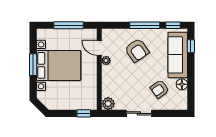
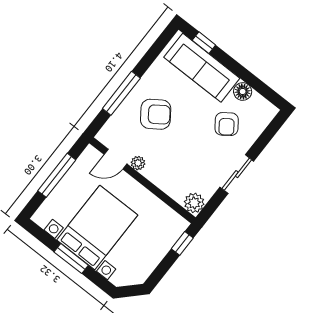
window: (145, 25) -> (121, 93), moved
window: (173, 25) -> (160, 44), removed

